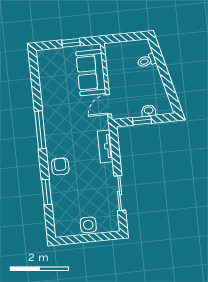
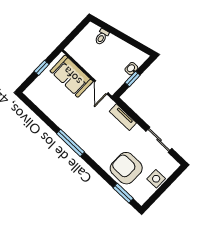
armchair: (60, 166) -> (126, 168), moved, width x1.88, depth x1.88
window: (47, 192) -> (123, 193), moved

